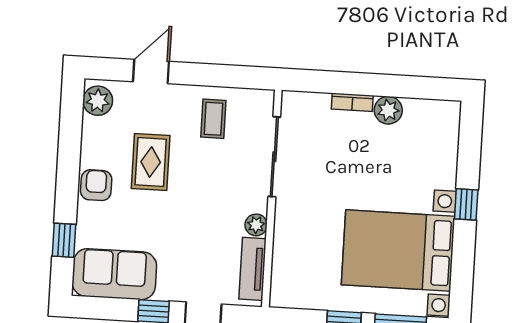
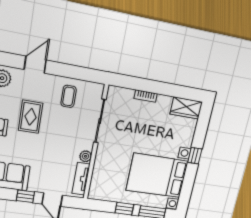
plant: (388, 110) -> (164, 103), removed
wardrobe: (432, 115) -> (186, 108), added

